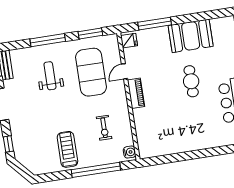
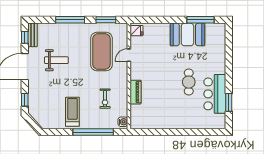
window: (155, 24) -> (200, 20), moved
weight bench: (50, 76) -> (56, 60), moved, turned 90
cafe table: (191, 81) -> (189, 82), moved
piano: (136, 93) -> (136, 92), moved

